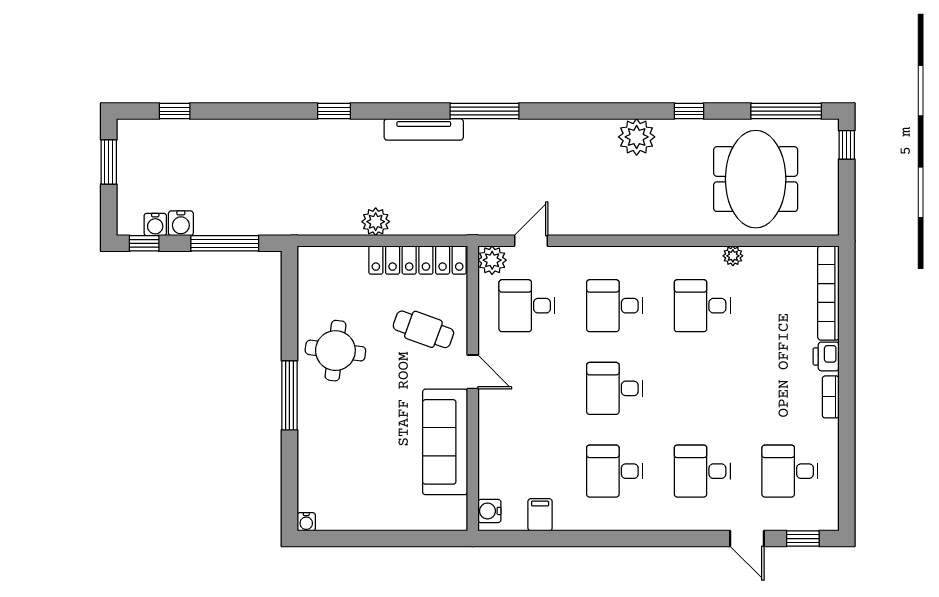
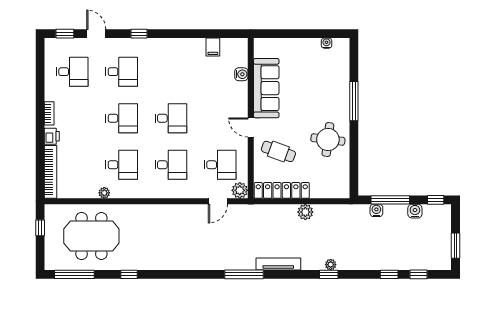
window: (227, 111) -> (389, 274), added
plant: (637, 137) -> (331, 265), moved, width x0.53, depth x0.53
window: (847, 145) -> (40, 228), moved
meeting table: (756, 179) -> (91, 236), turned 90
water cooler: (155, 225) -> (376, 210), moved
window: (289, 395) -> (354, 101), moved
desk: (615, 471) -> (122, 118), moved
water cooler: (489, 511) -> (241, 74), moved
water cooler: (306, 522) -> (327, 43), moved
window: (671, 539) -> (139, 34), added

